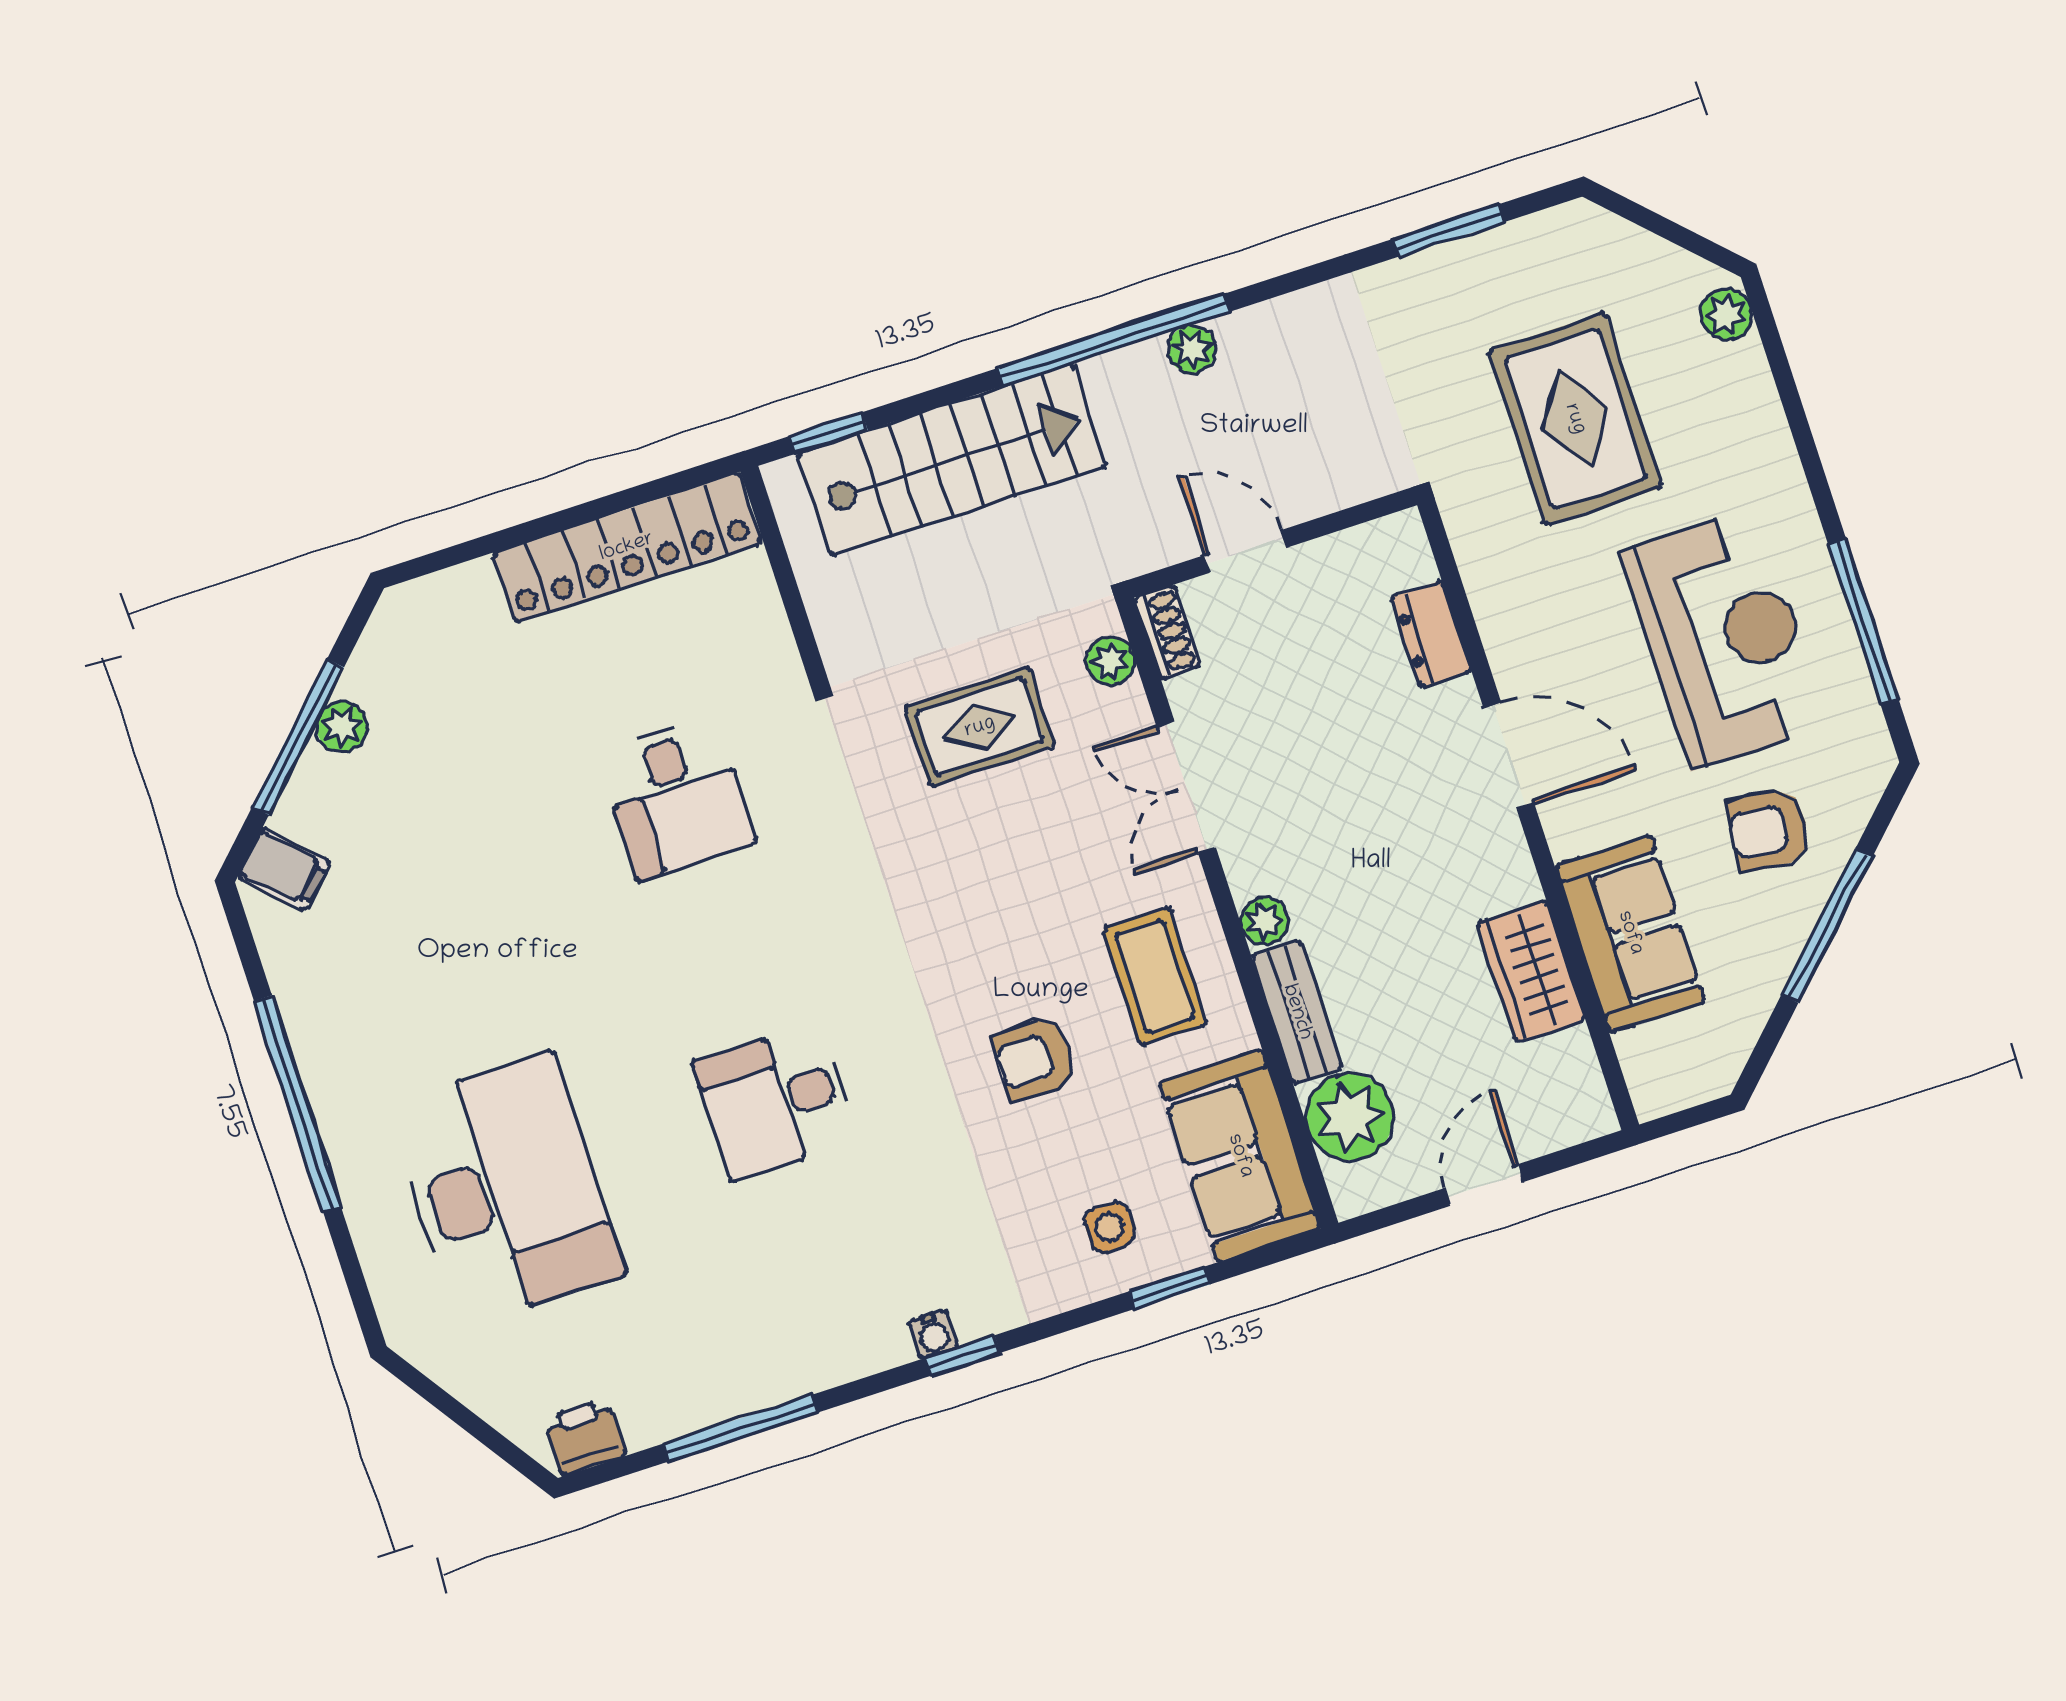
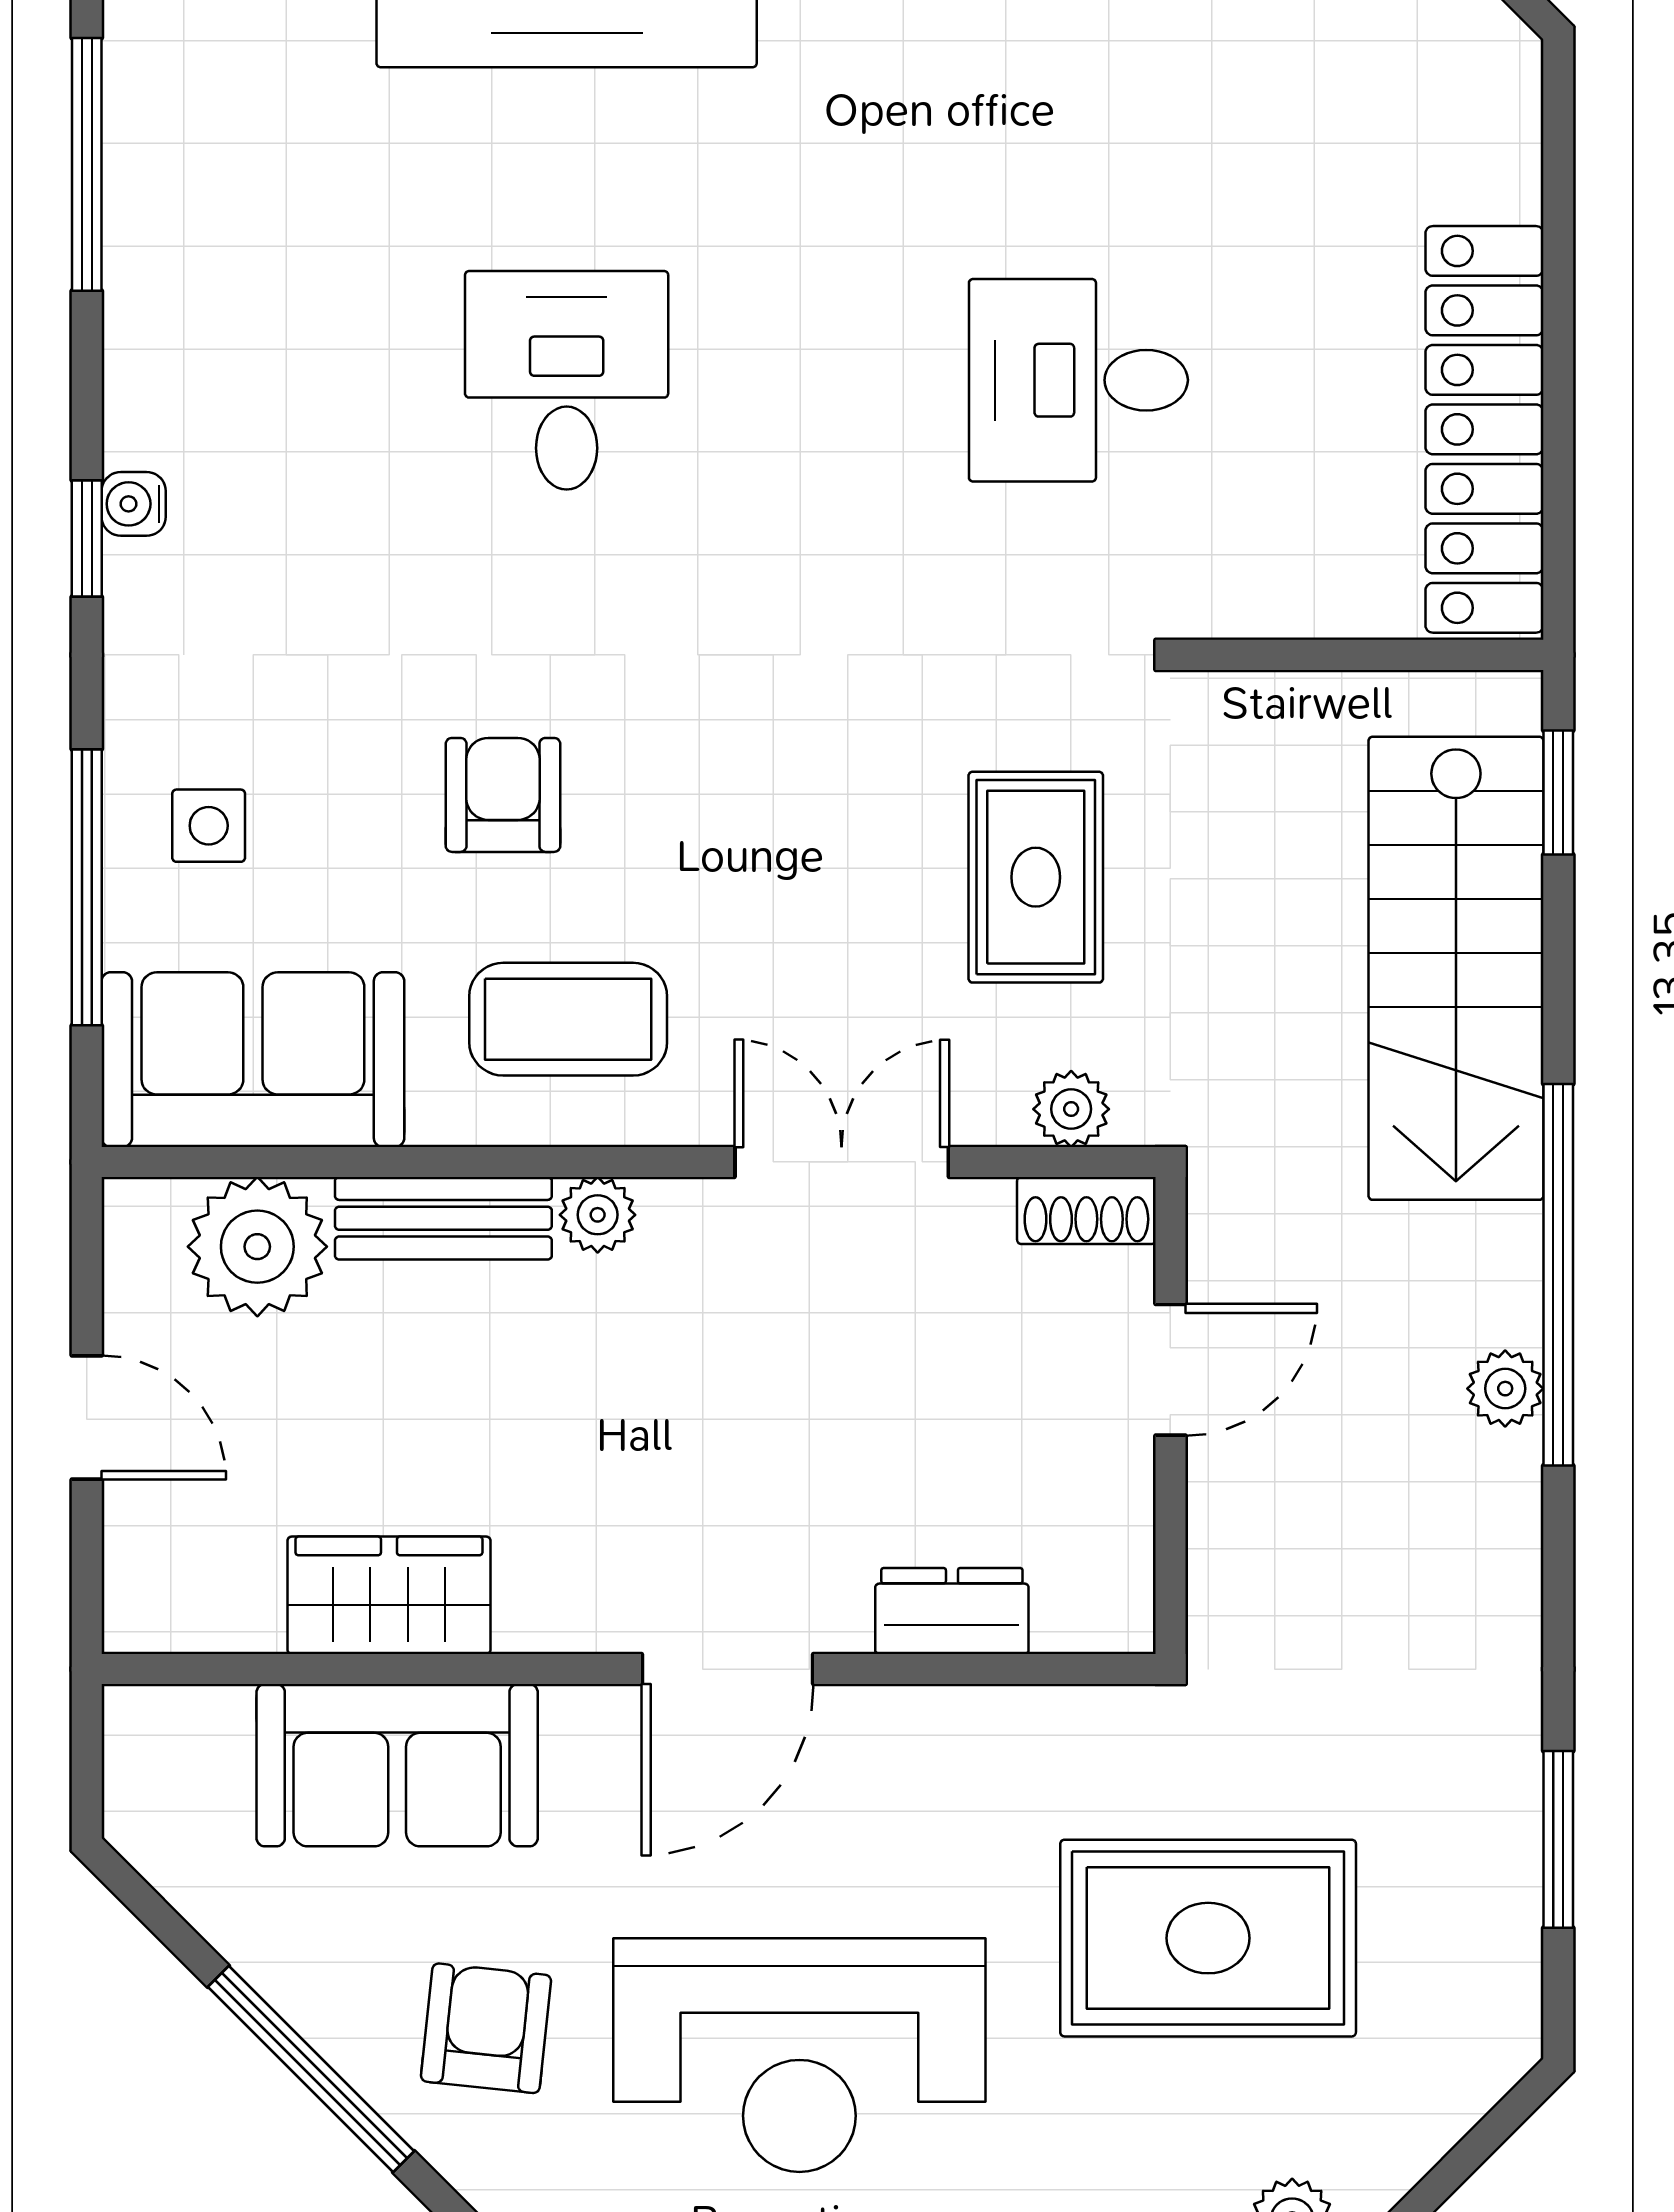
window: (1170, 1288) -> (87, 887), width x2.17

